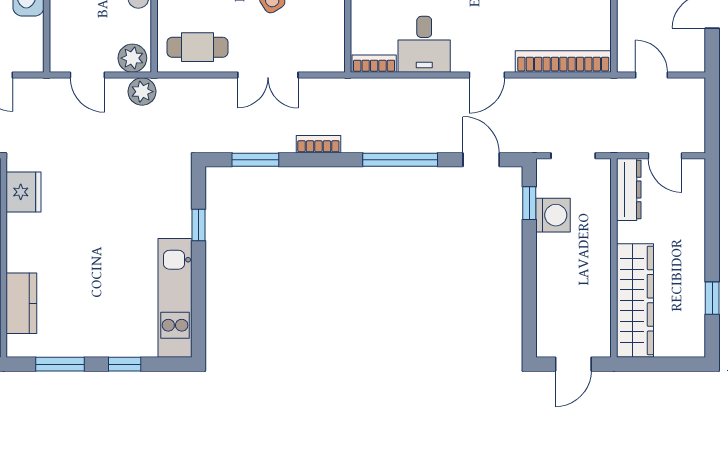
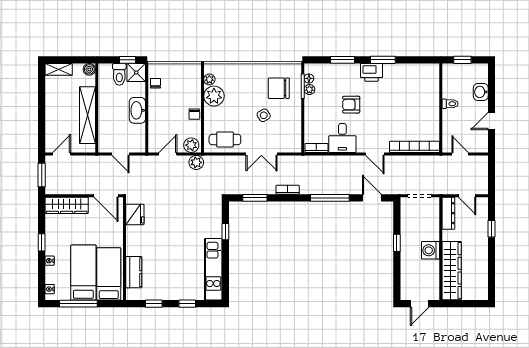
door: (87, 75) -> (168, 154), swing flipped
door: (487, 75) -> (375, 154), hinge flipped
window: (529, 203) -> (397, 243), moved
washing machine: (553, 215) -> (430, 250), moved, turned 180
window: (712, 298) -> (491, 229), moved
window: (60, 364) -> (154, 304), width x0.67

